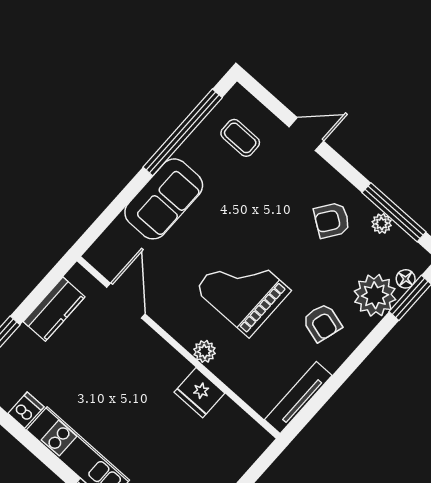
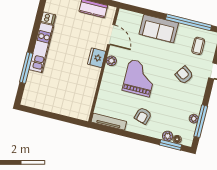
armchair: (332, 220) -> (184, 75), moved
plant: (375, 295) -> (168, 136), width x0.53, depth x0.53
door: (126, 301) -> (111, 35), hinge flipped
plant: (205, 351) -> (111, 61), moved
fridge: (199, 393) -> (97, 58), moved

